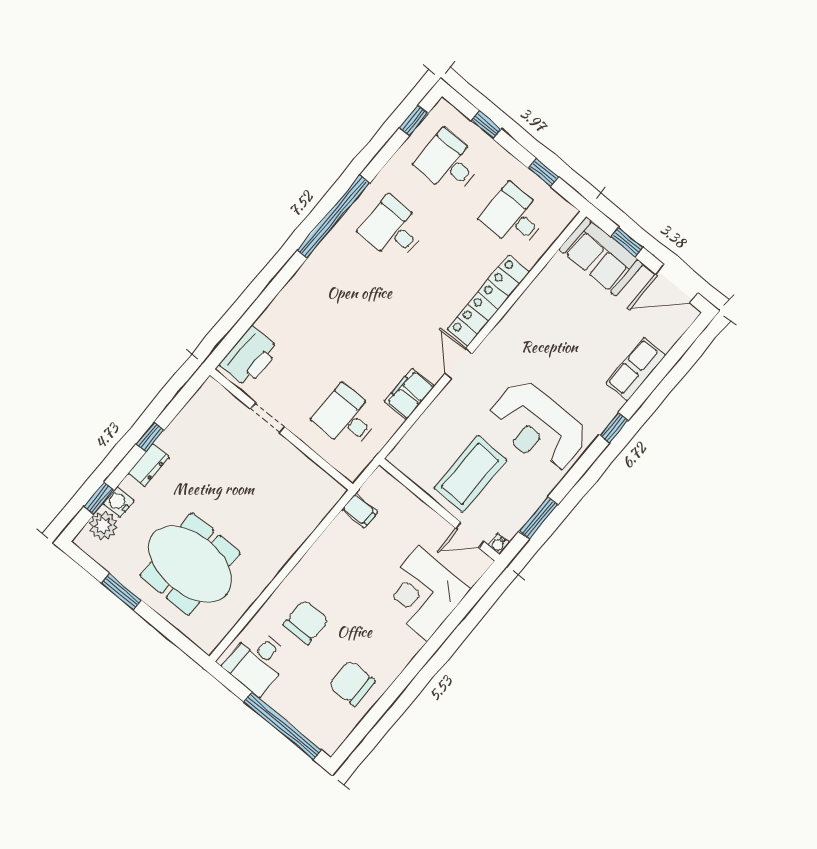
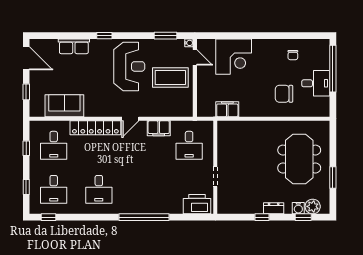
window: (334, 217) -> (144, 217), moved
sofa: (601, 256) -> (64, 106), moved, turned -90
filing cabinet: (360, 511) -> (227, 109), width x2.00
desk: (257, 662) -> (316, 83), moved
chair: (352, 683) -> (293, 55), width x0.54, depth x0.54

